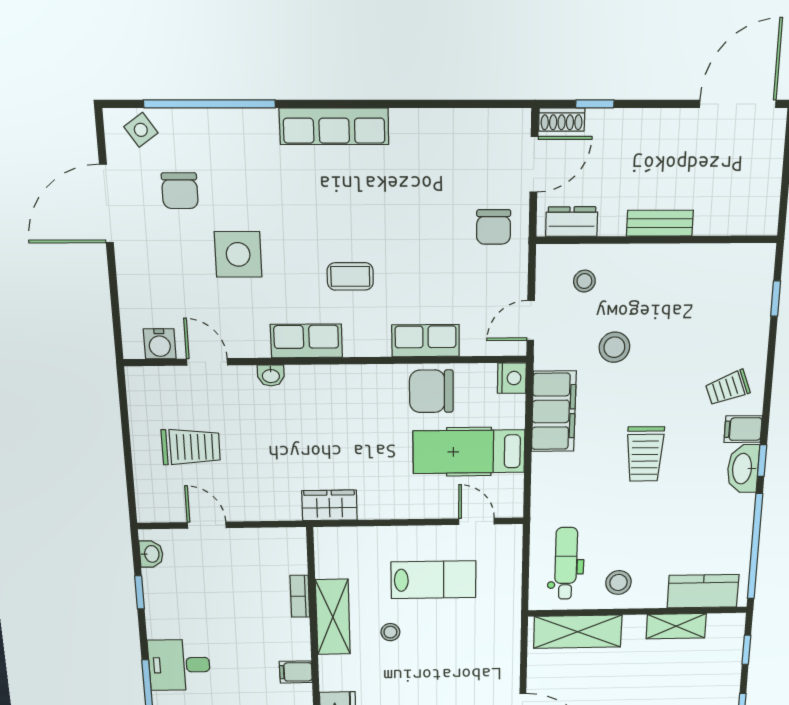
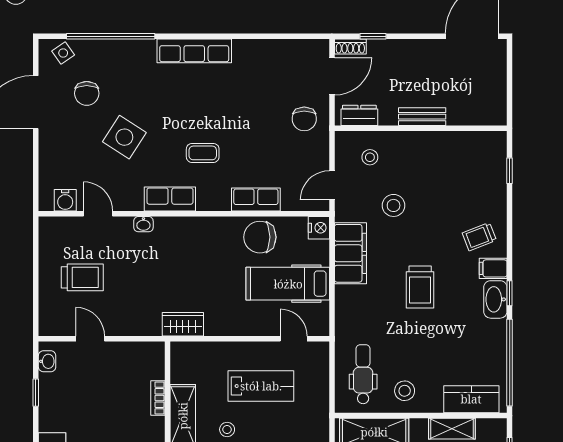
side table: (238, 254) -> (124, 137), turned 33

